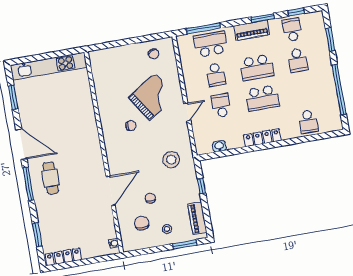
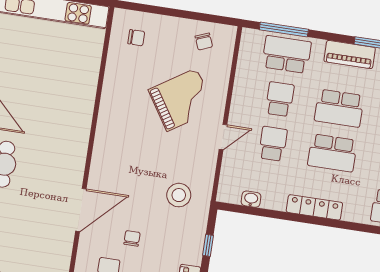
school desk: (216, 75) -> (280, 99), turned 180
chair: (131, 126) -> (136, 38), moved

